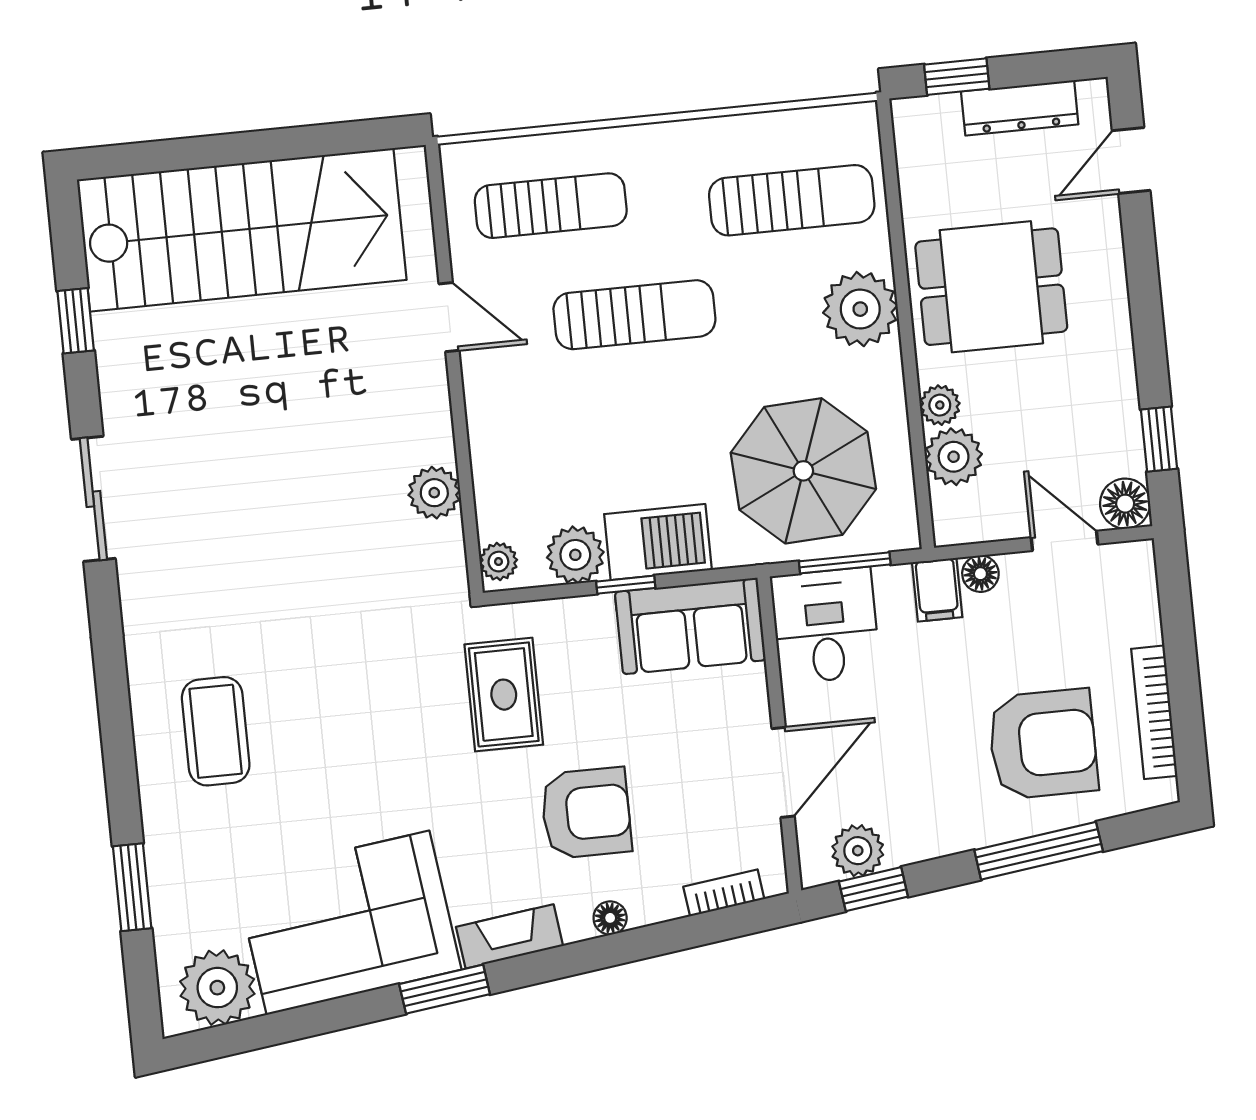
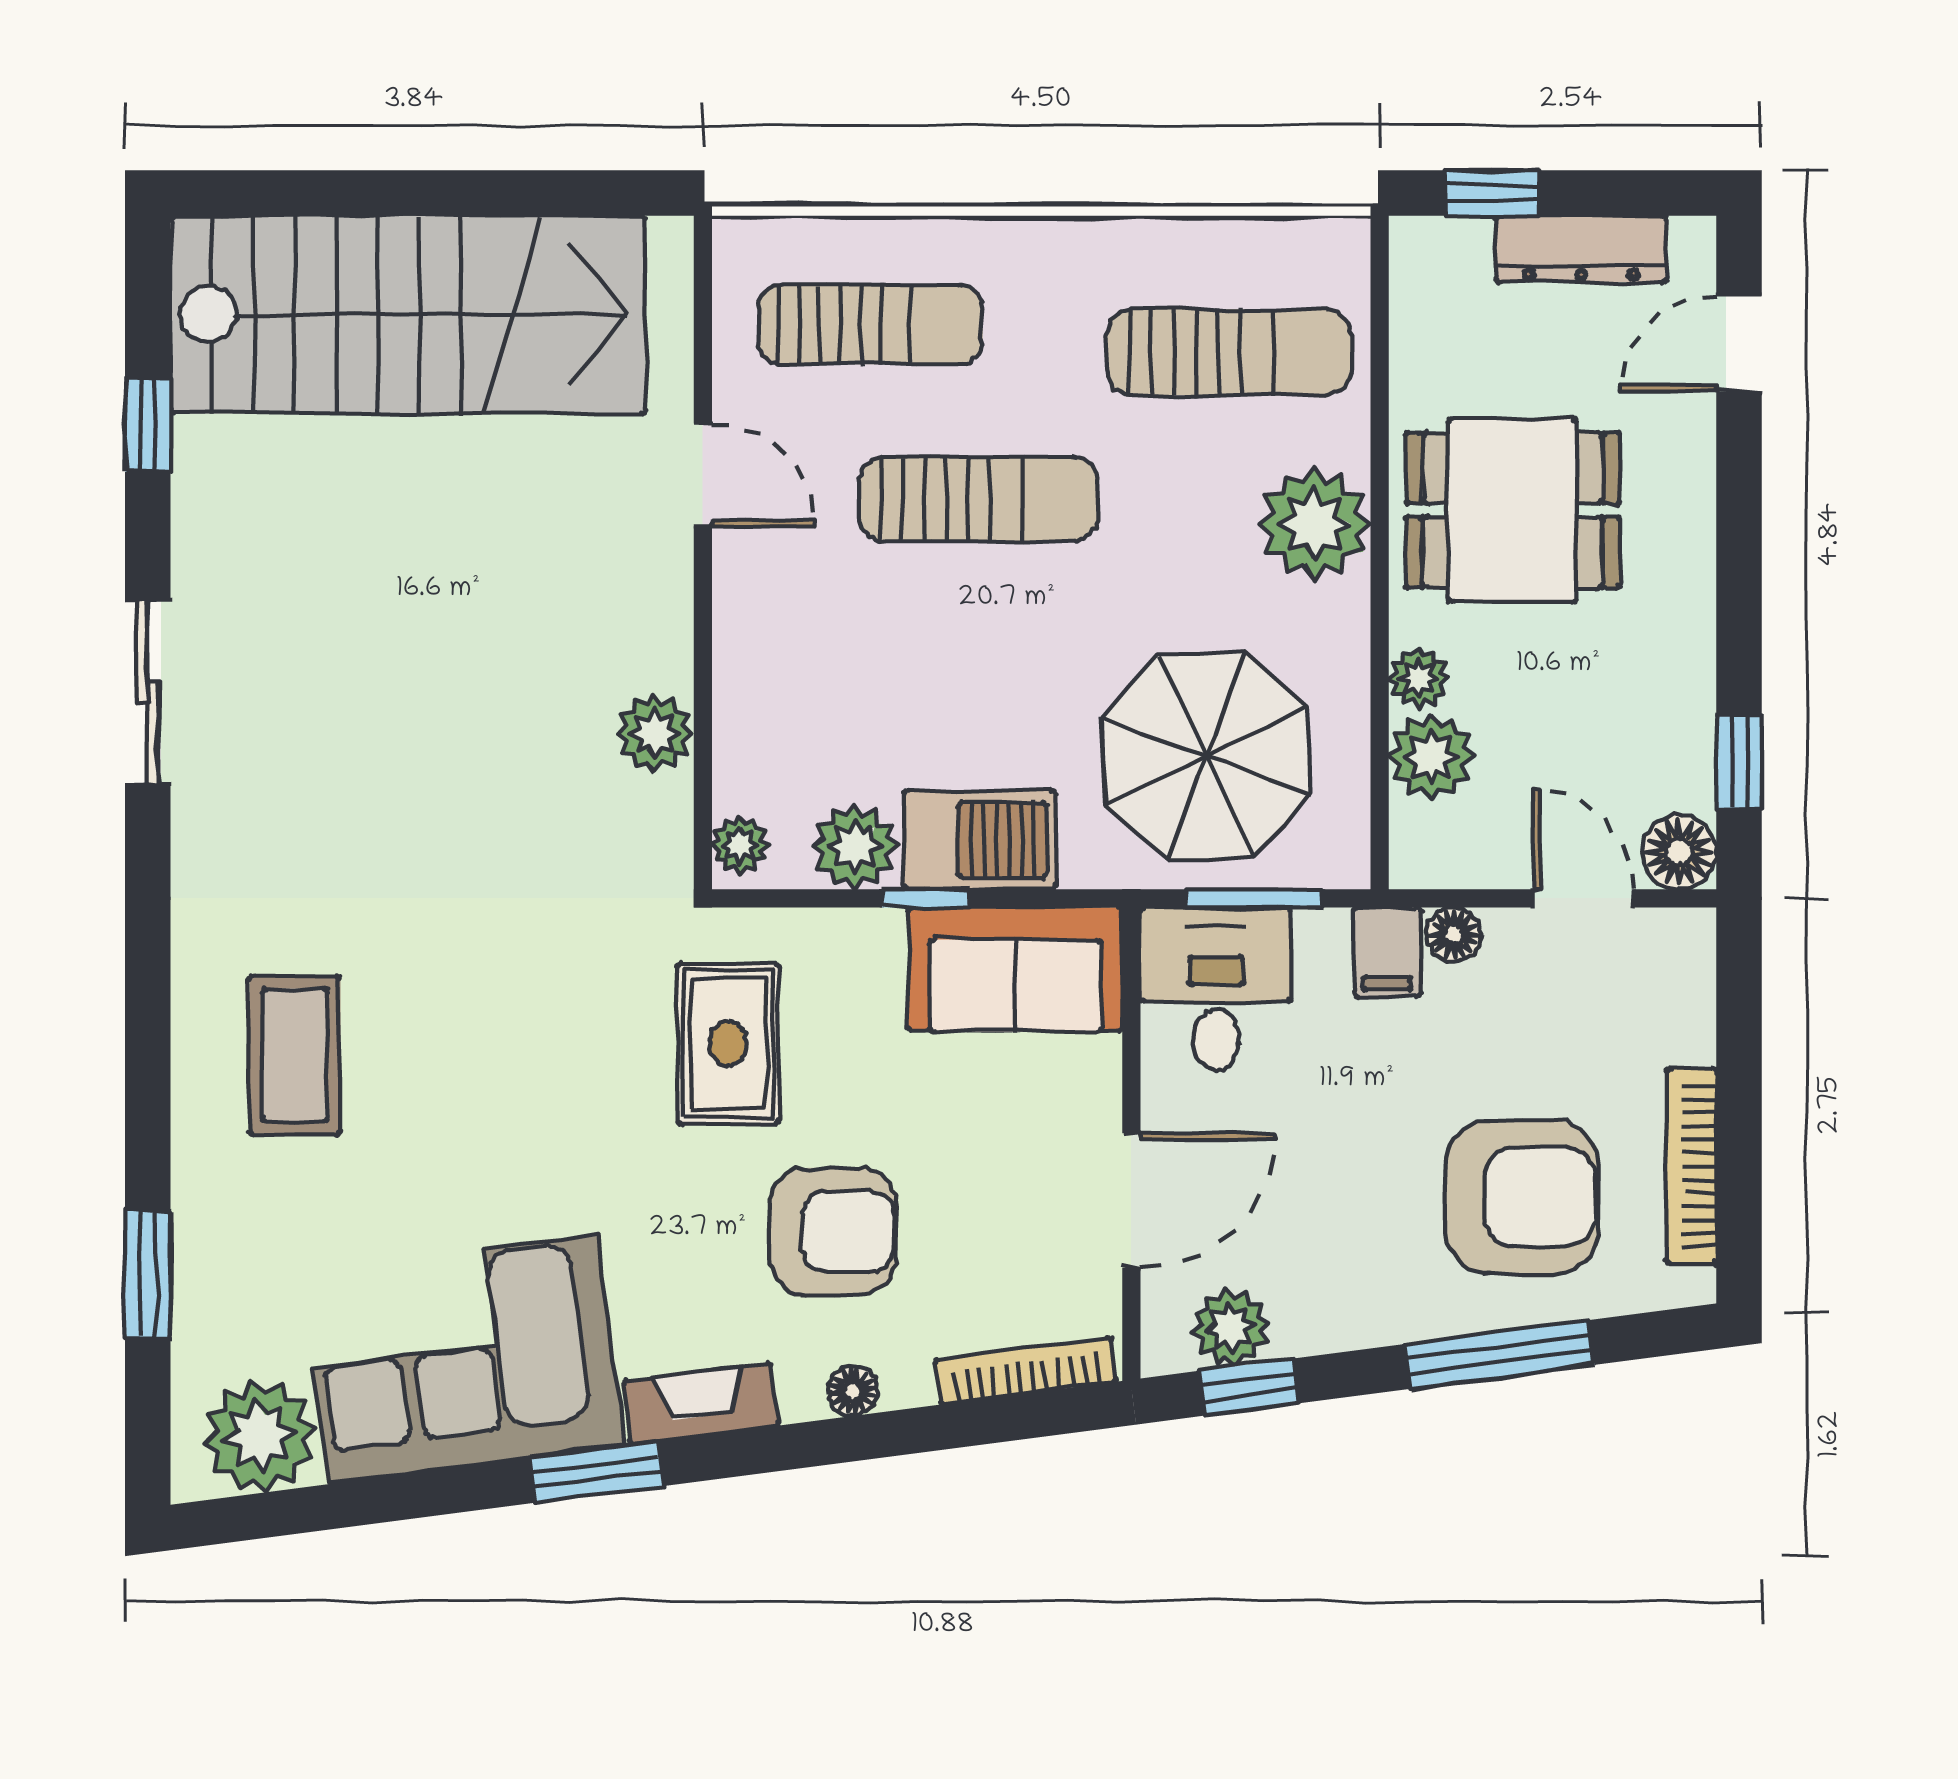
bookcase: (724, 893) -> (1026, 1370), width x1.56

